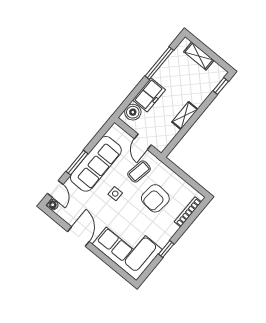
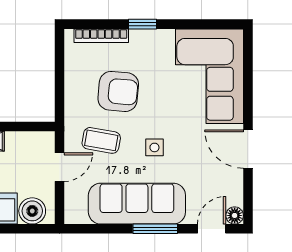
door: (78, 237) -> (248, 149), hinge flipped
window: (166, 249) -> (142, 24), moved

